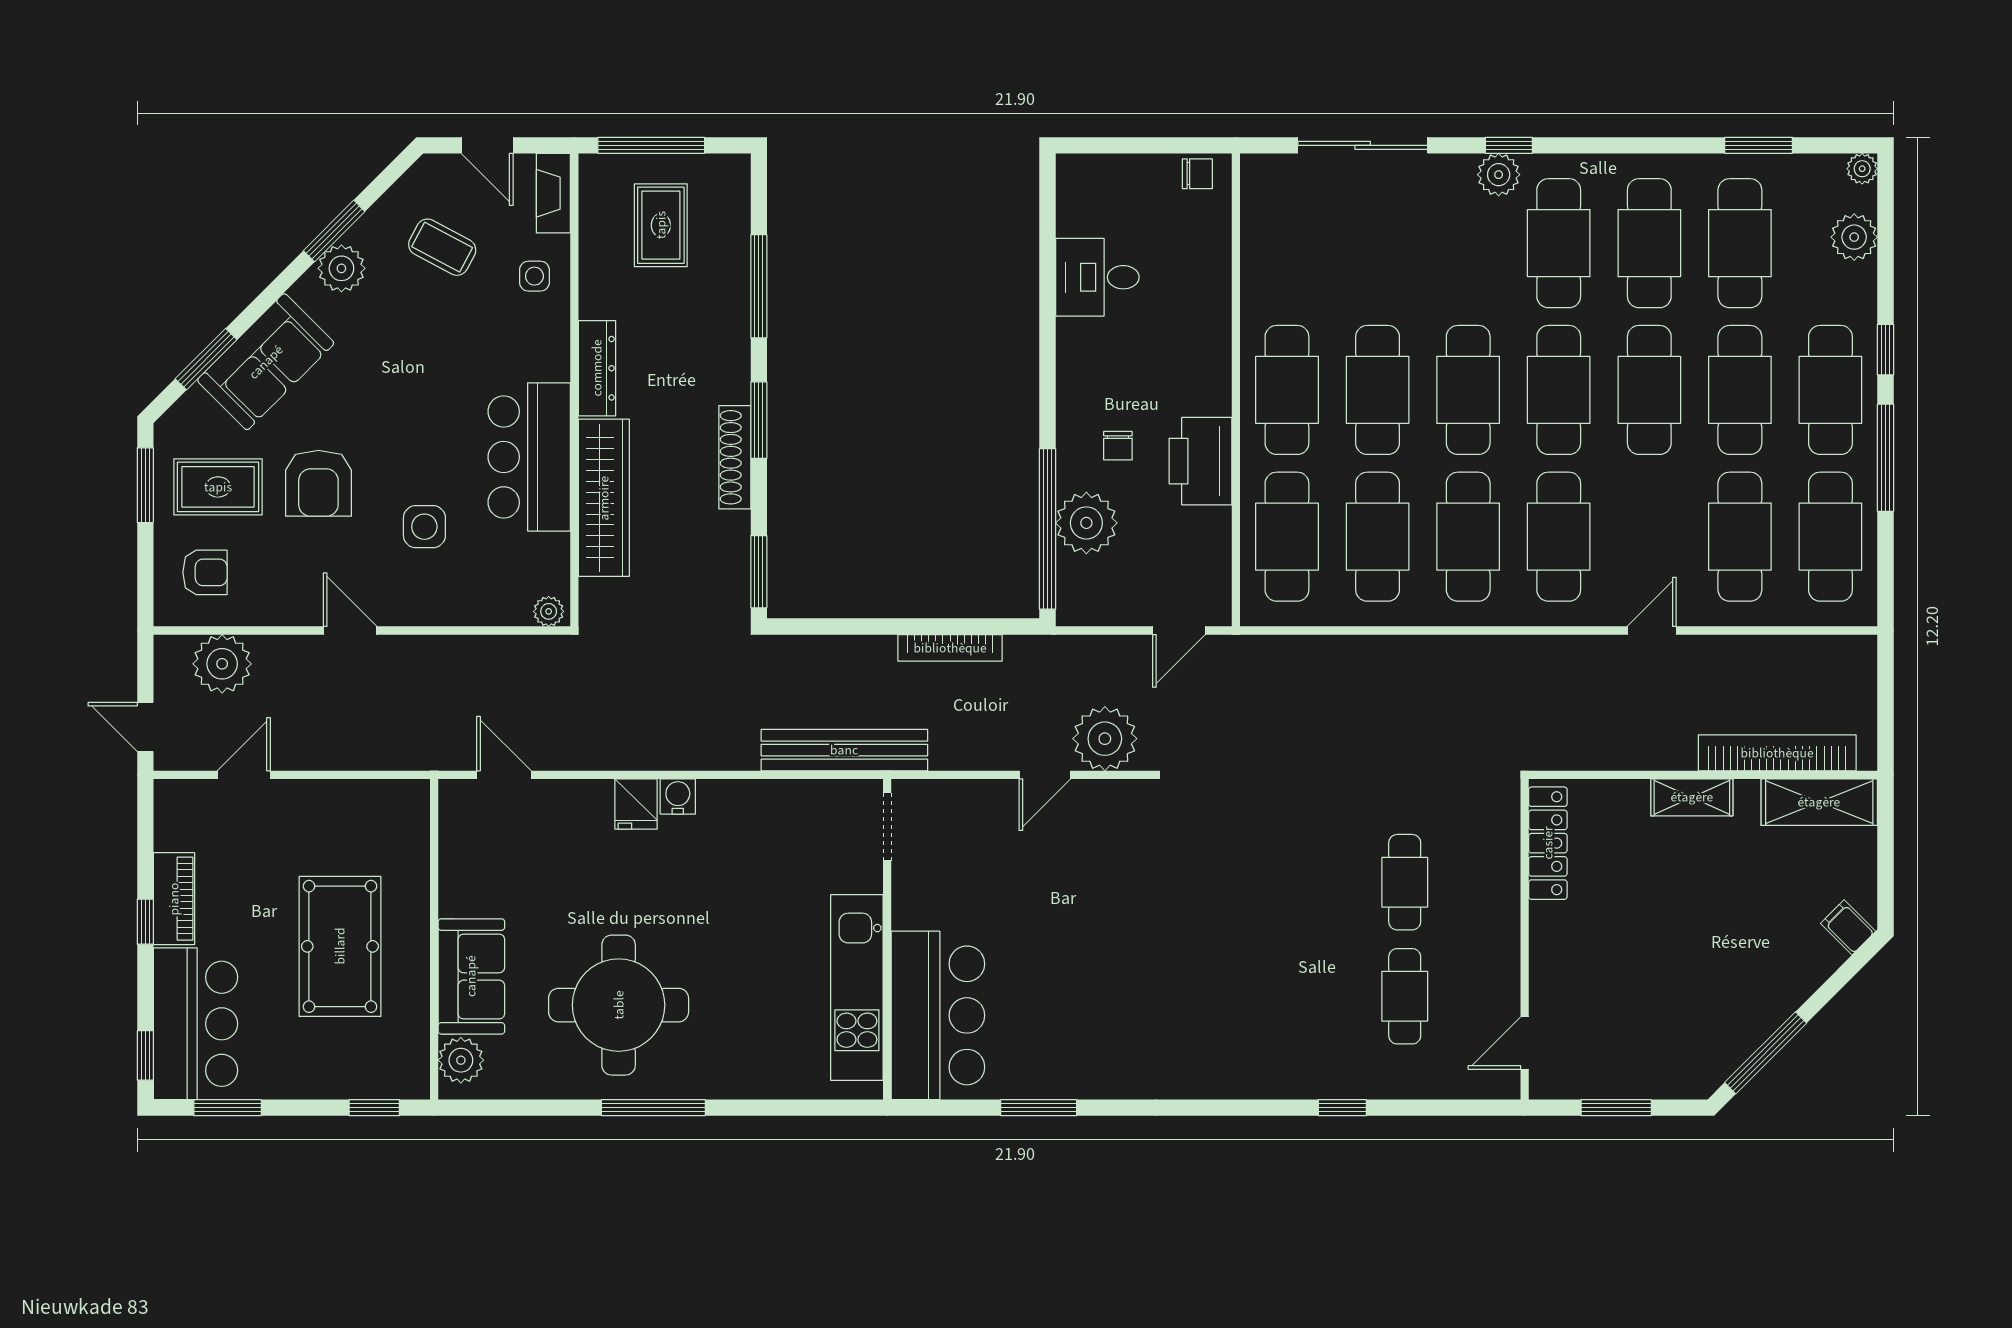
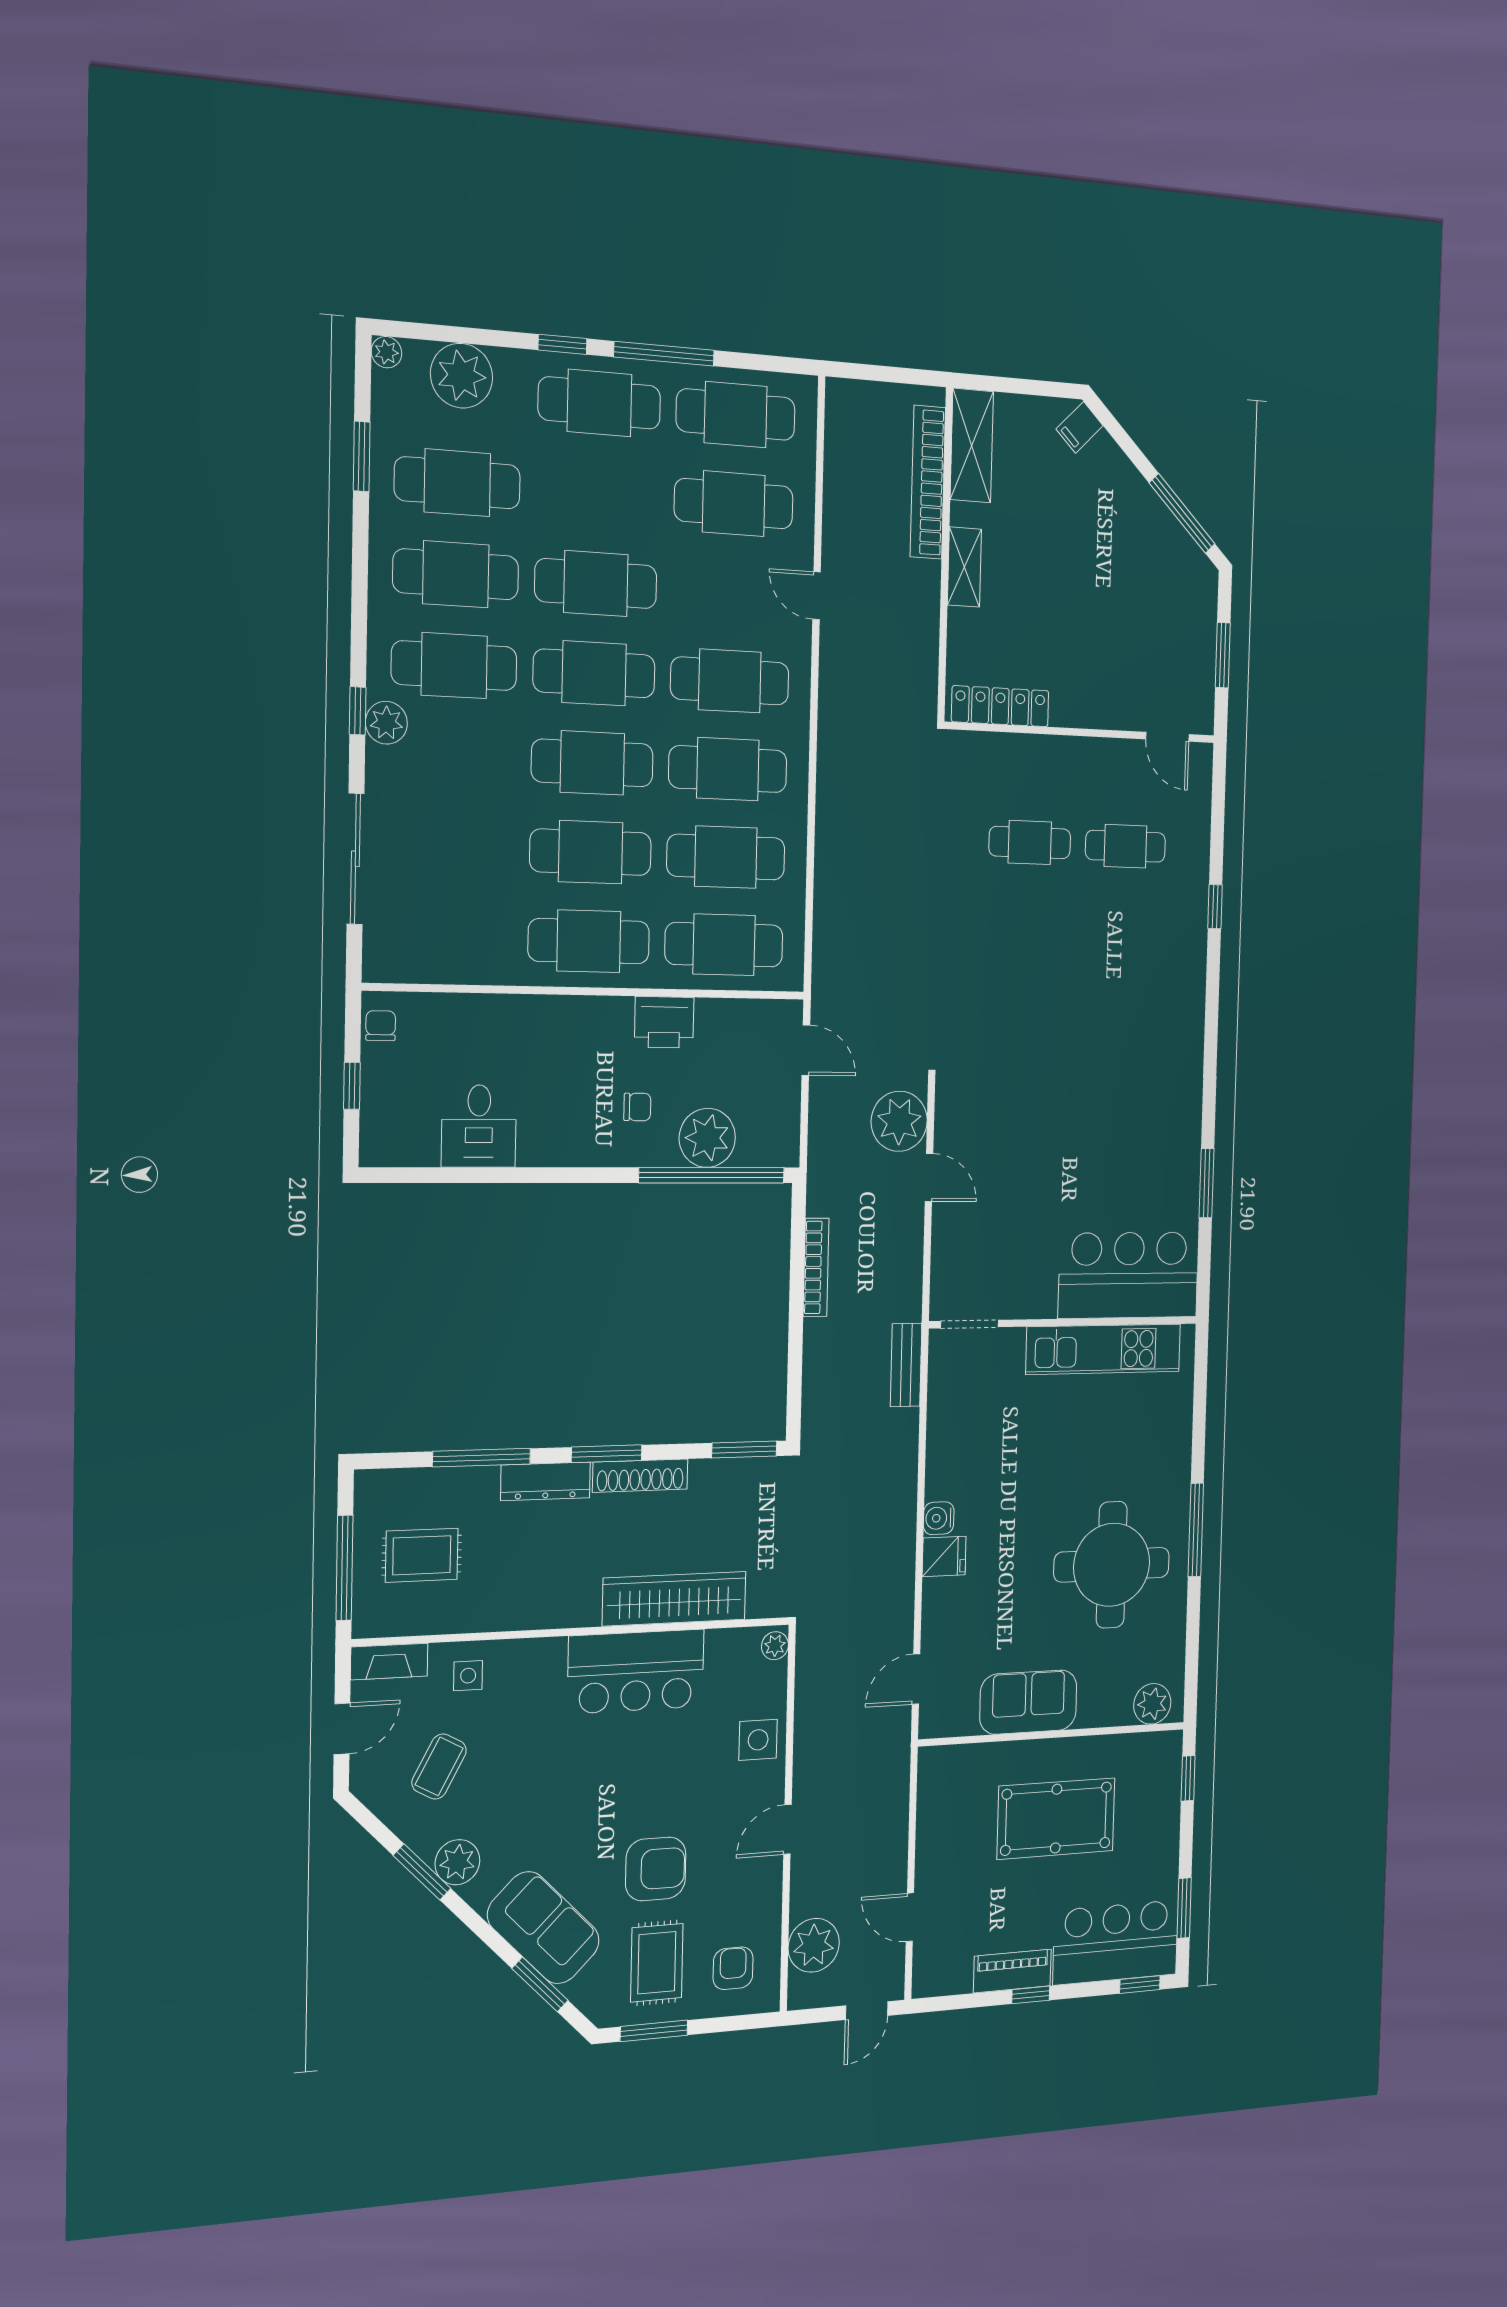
window: (1137, 145) -> (352, 1086), added
plant: (1854, 237) -> (462, 376), width x1.36, depth x1.36
dresser: (597, 368) -> (546, 1481), moved, turned 180
cafe table: (1740, 390) -> (598, 493), removed
printer: (1201, 461) -> (664, 1022), width x0.73, depth x0.84
side table: (424, 527) -> (758, 1740), moved
bench: (844, 750) -> (906, 1365), width x0.54, depth x0.82
sofa: (471, 976) -> (1028, 1702), moved

